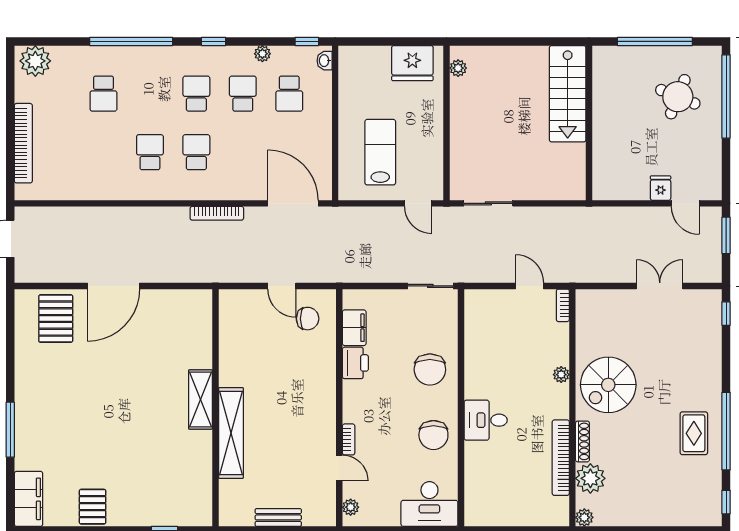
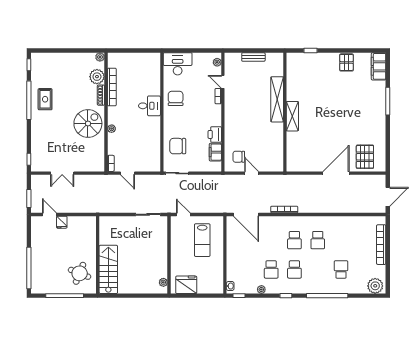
school desk: (289, 94) -> (248, 269), removed
round table: (678, 97) -> (80, 273), moved
chair: (430, 370) -> (178, 146), moved, turned -90

